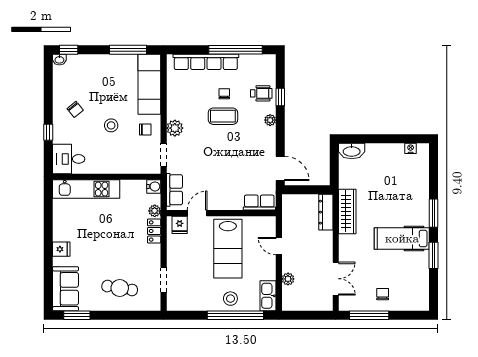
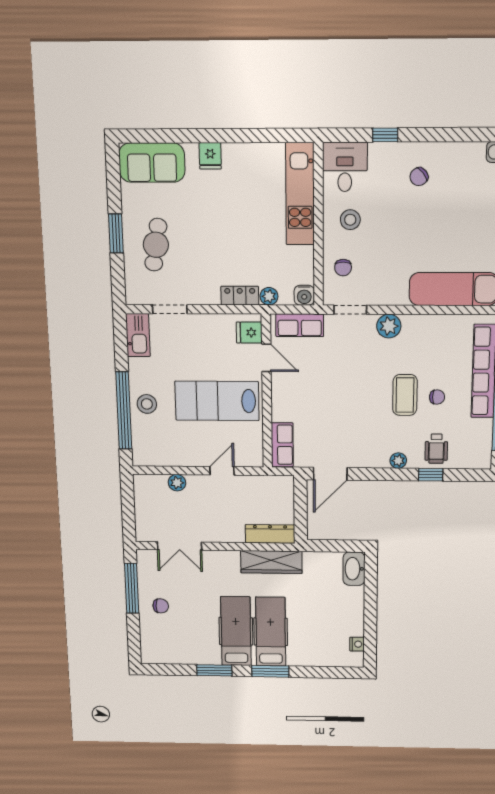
stool: (111, 125) -> (350, 220), moved
chair: (145, 129) -> (343, 268), moved
hospital bed: (402, 213) -> (271, 632), added
kitchen sink: (268, 296) -> (138, 335), moved, turned 90
window: (77, 315) -> (116, 233), moved

